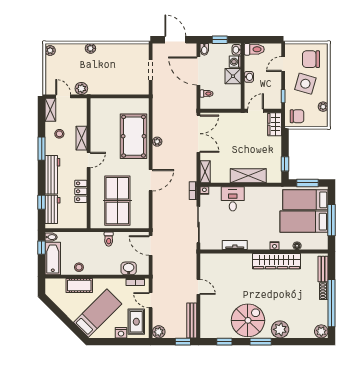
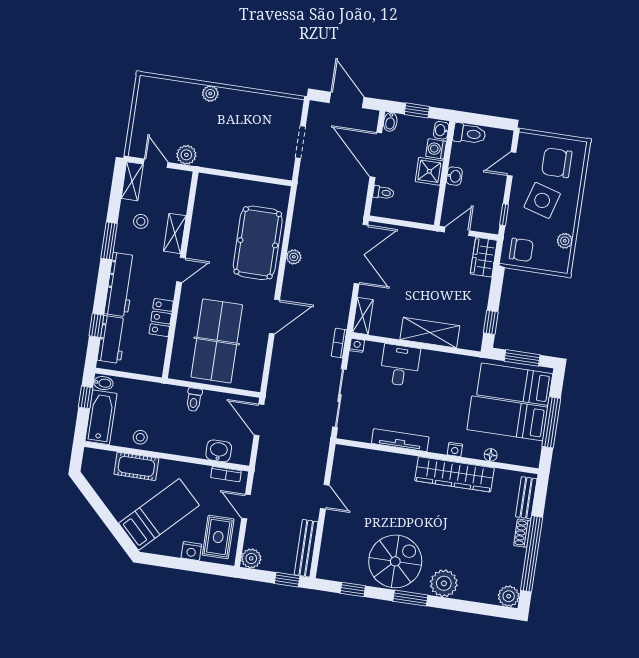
plant: (50, 50) -> (146, 87), removed
tv unit: (235, 245) -> (400, 440), width x1.41

